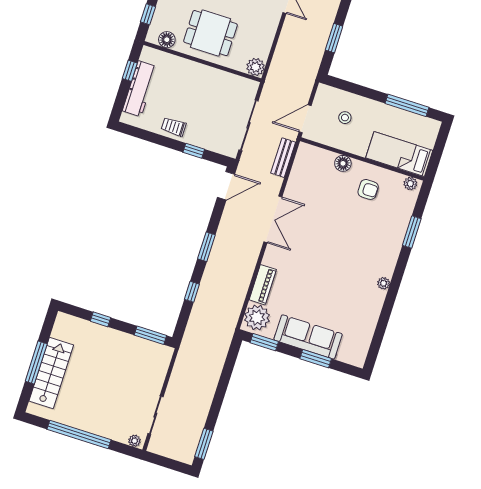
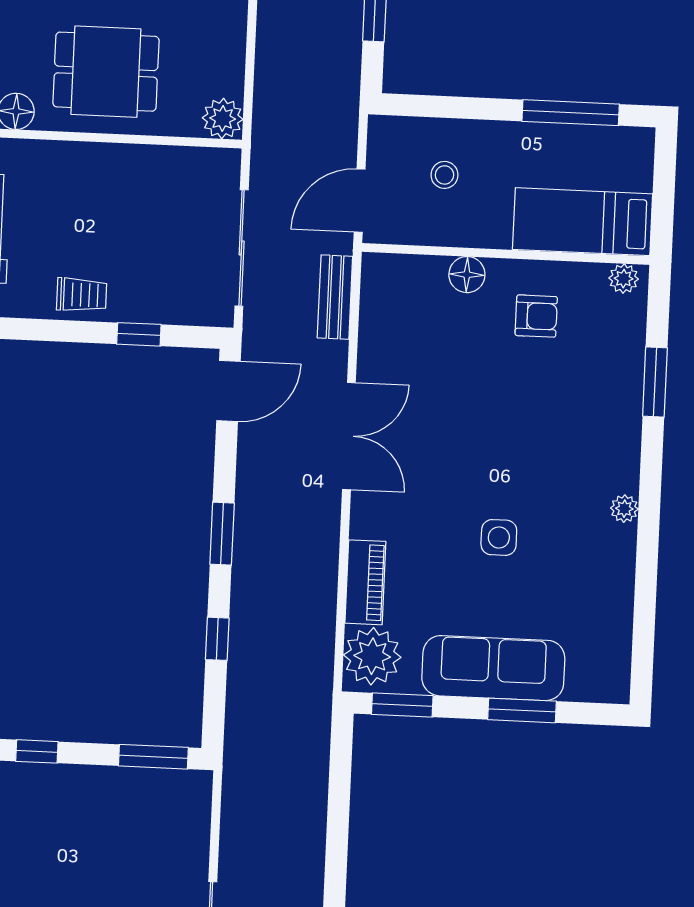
trolley: (174, 127) -> (82, 295), turned 180
side table: (326, 281) -> (499, 537), added

